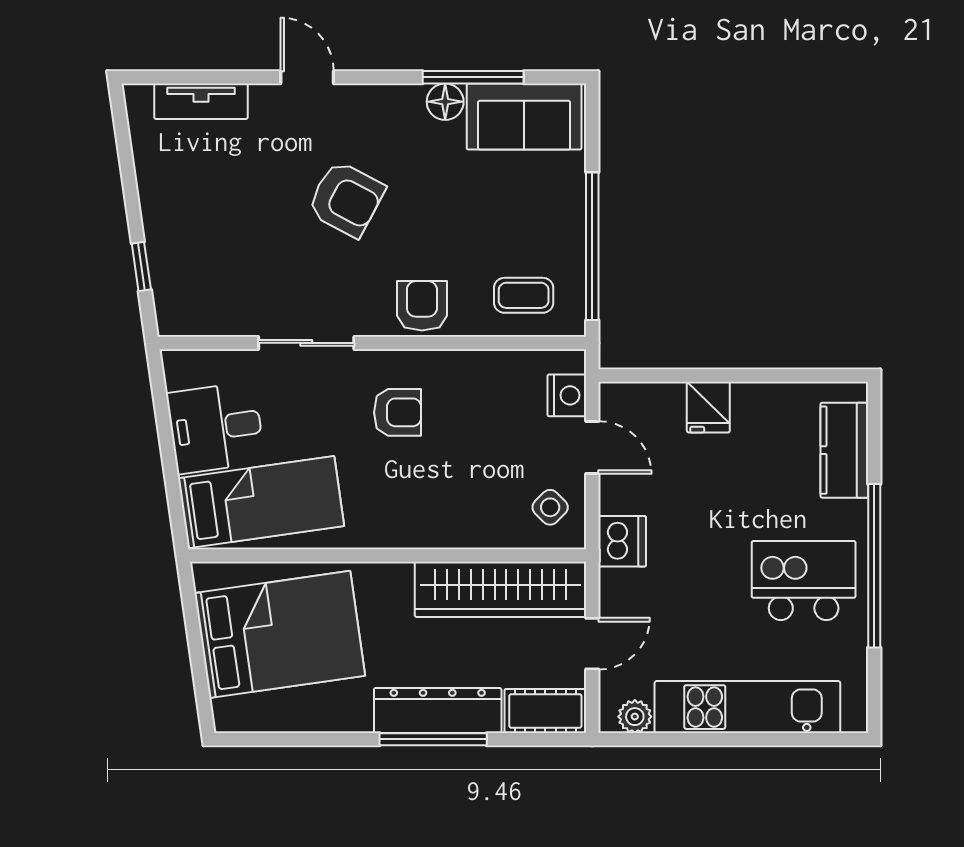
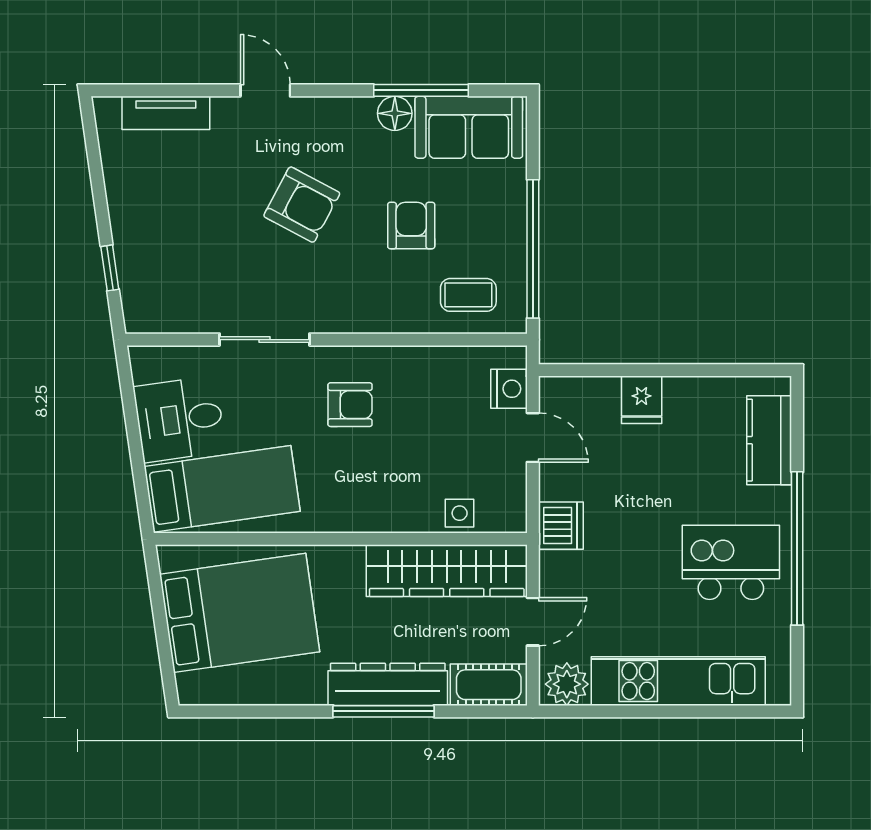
armchair: (422, 306) -> (411, 226), moved
side table: (550, 507) -> (460, 513), moved, turned 45
plant: (635, 717) -> (567, 684), width x1.38, depth x1.38

